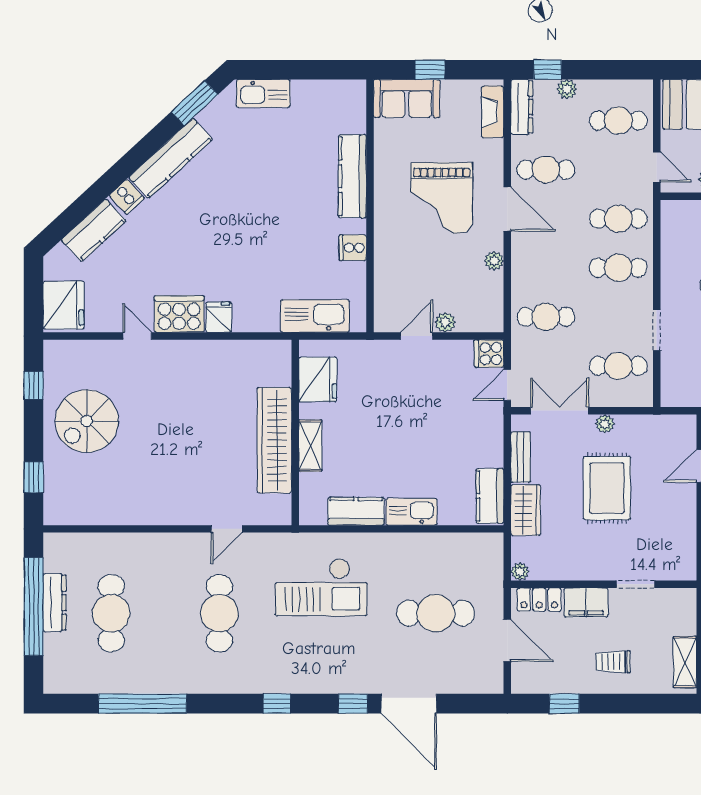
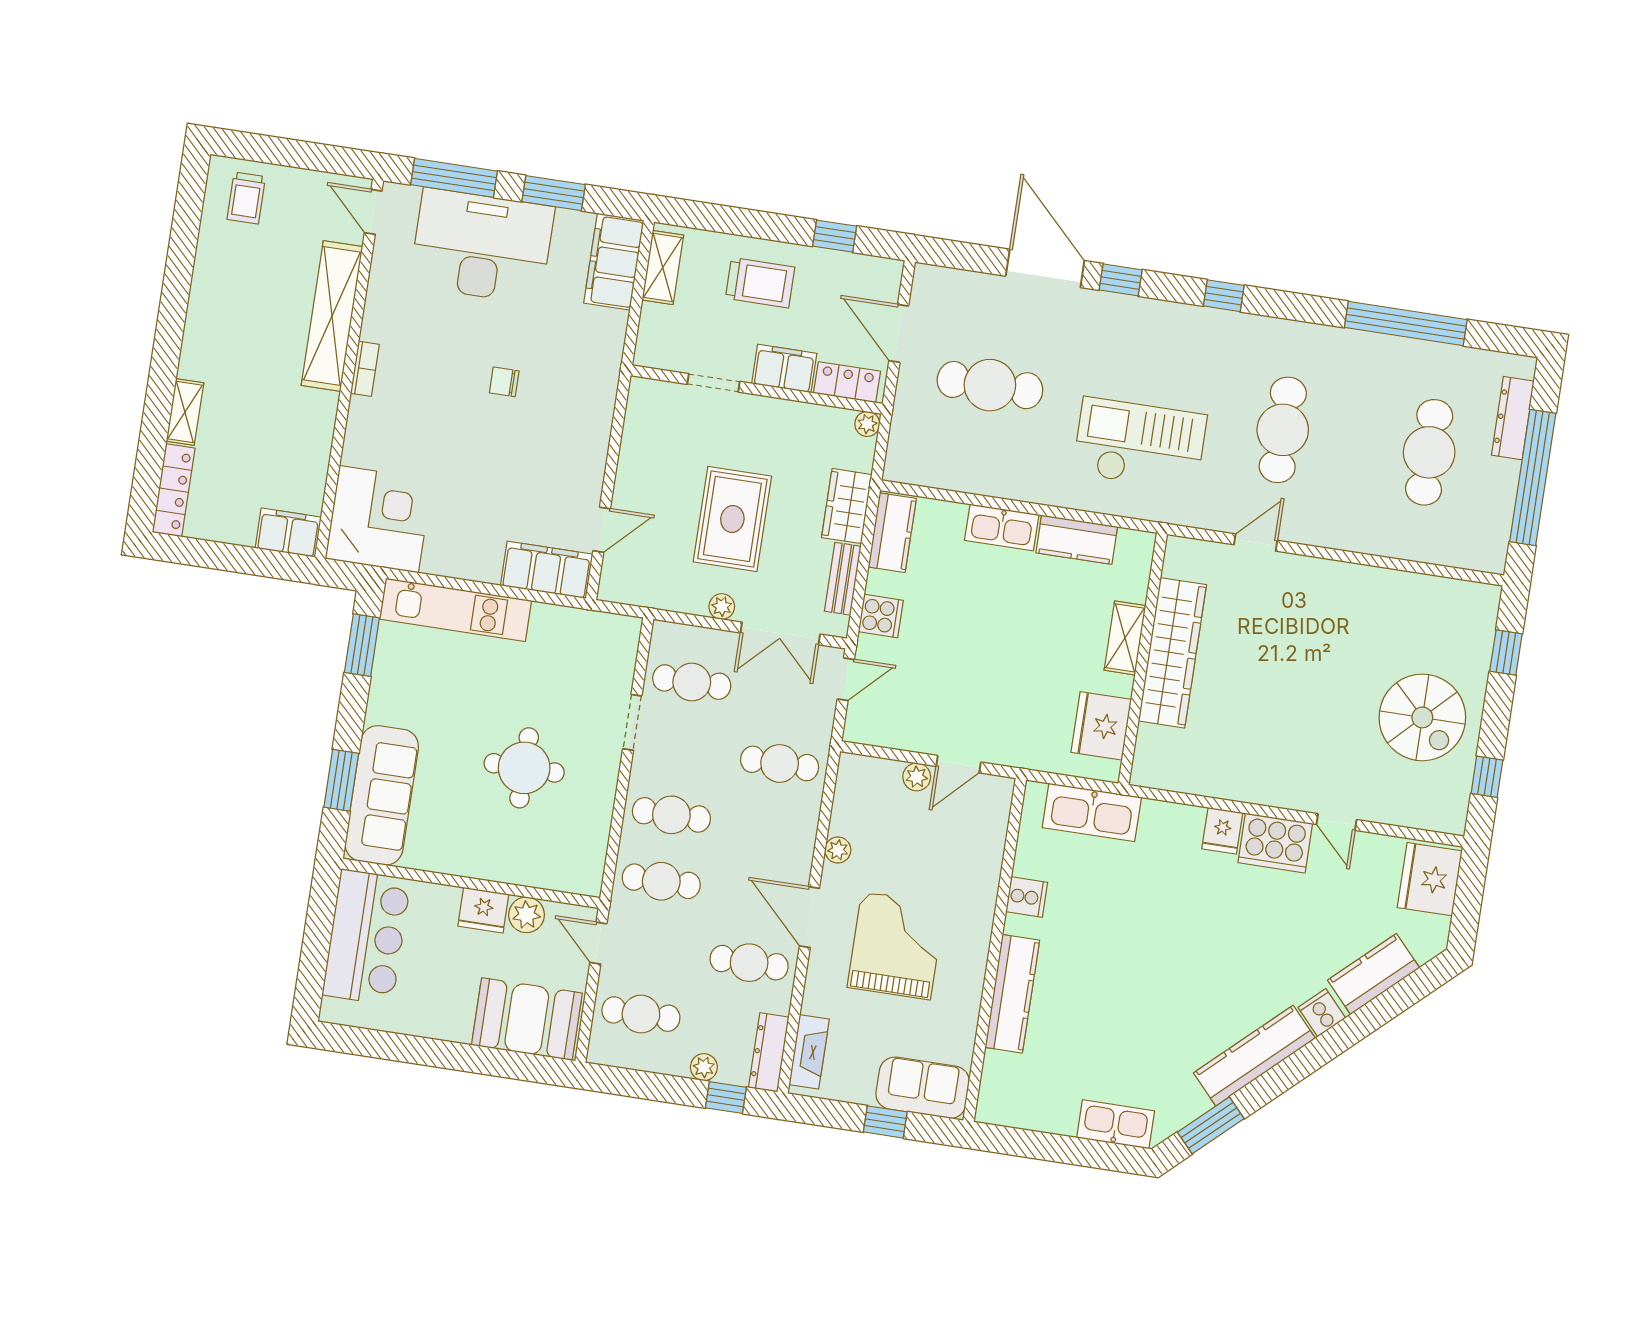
cooker: (489, 353) -> (881, 616), moved
spiral stairs: (87, 421) -> (1422, 717), turned 90
dresser: (55, 603) -> (1513, 418), moved
trolley: (613, 662) -> (760, 283), width x1.36, depth x1.39

